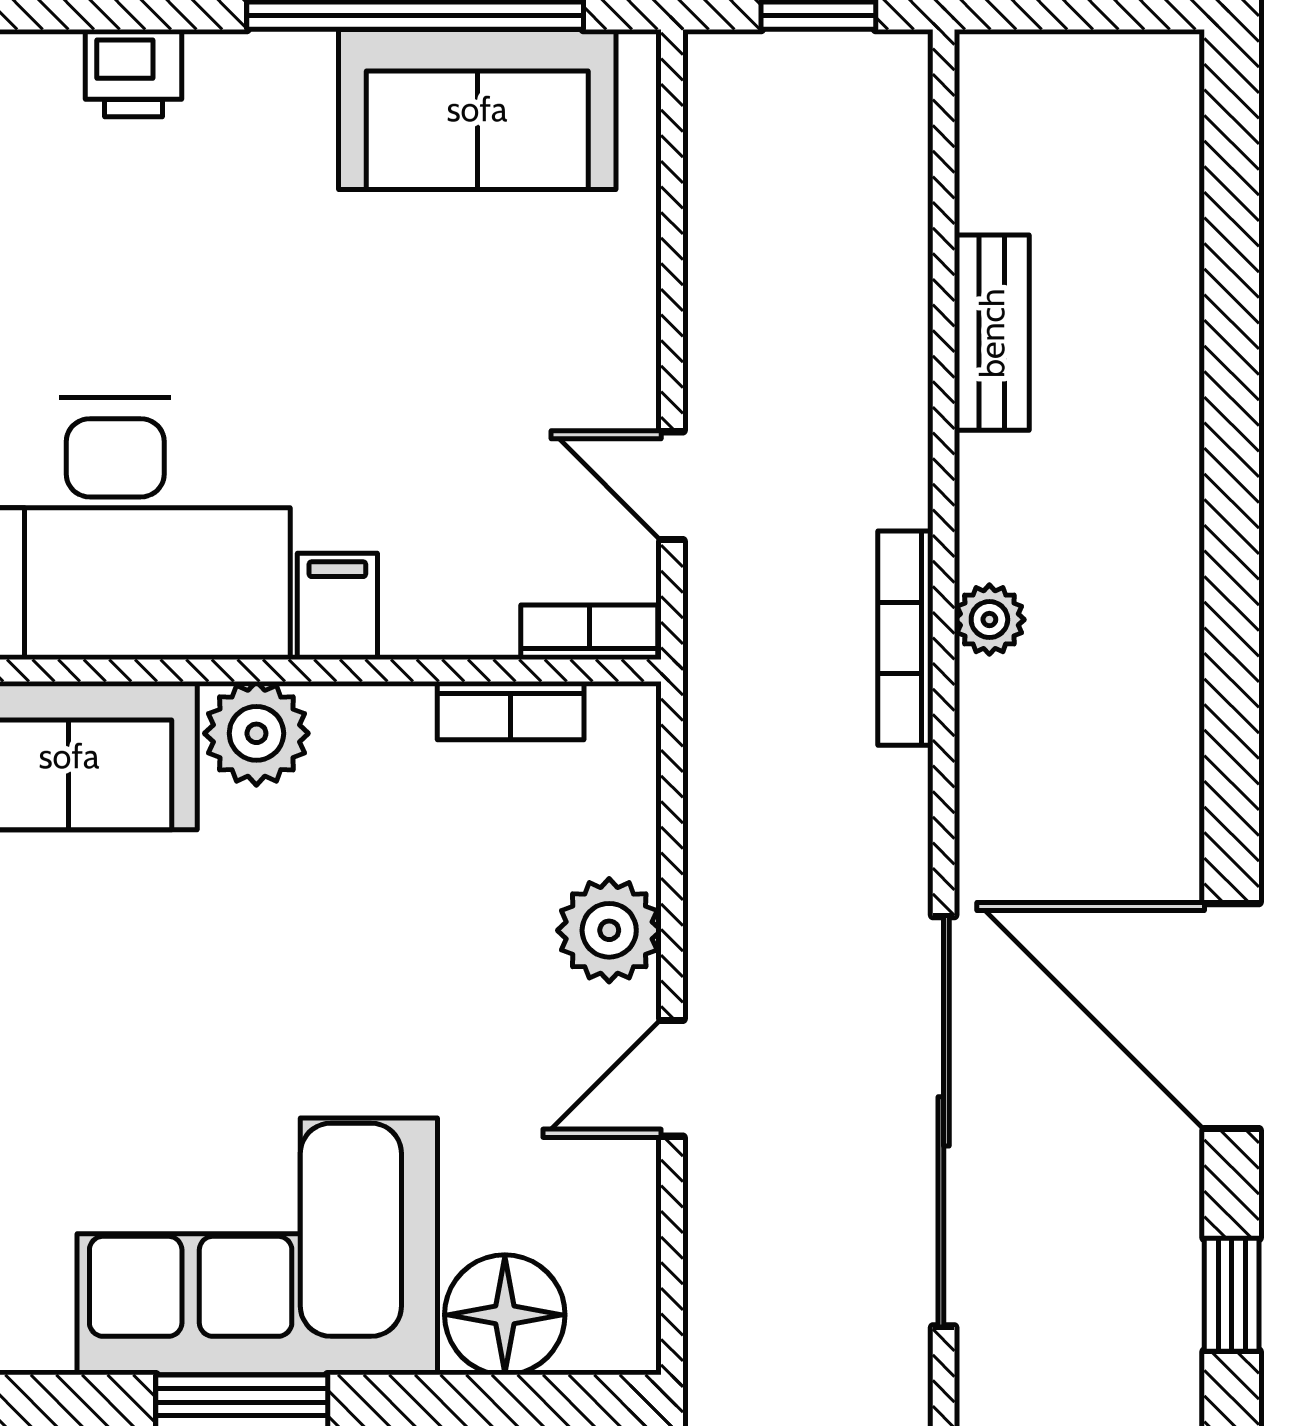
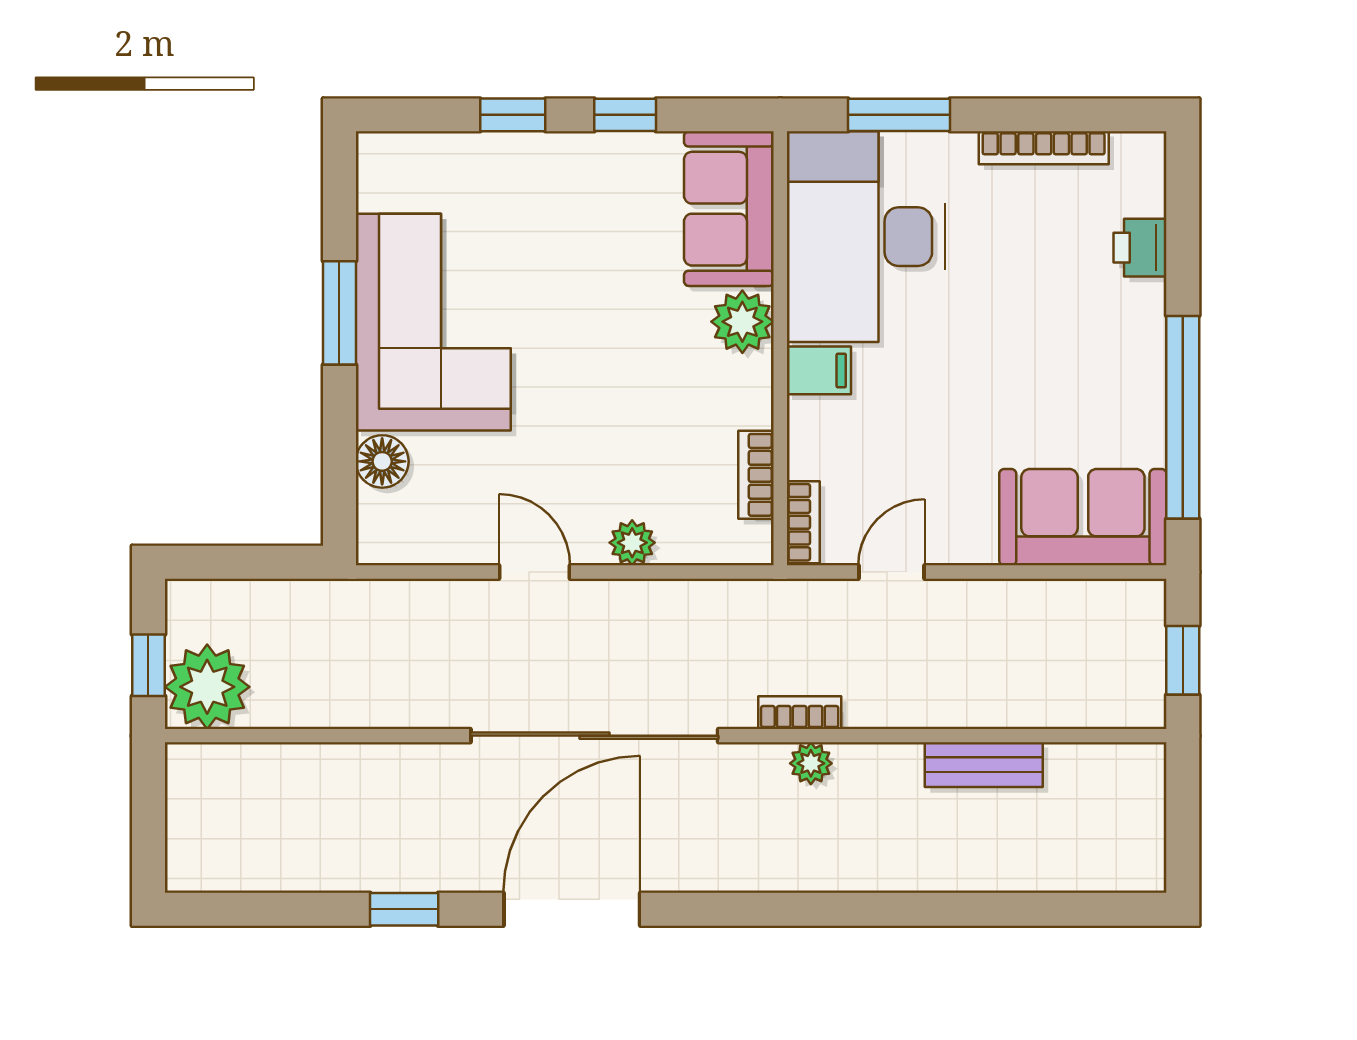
sofa: (477, 109) -> (1083, 517), moved, turned 90
bookcase: (905, 638) -> (800, 713), width x0.64
plant: (609, 930) -> (632, 543), width x0.73, depth x0.73
sliding door: (944, 1121) -> (594, 736), moved
floor lamp: (505, 1315) -> (382, 461), width x0.73, depth x0.73

